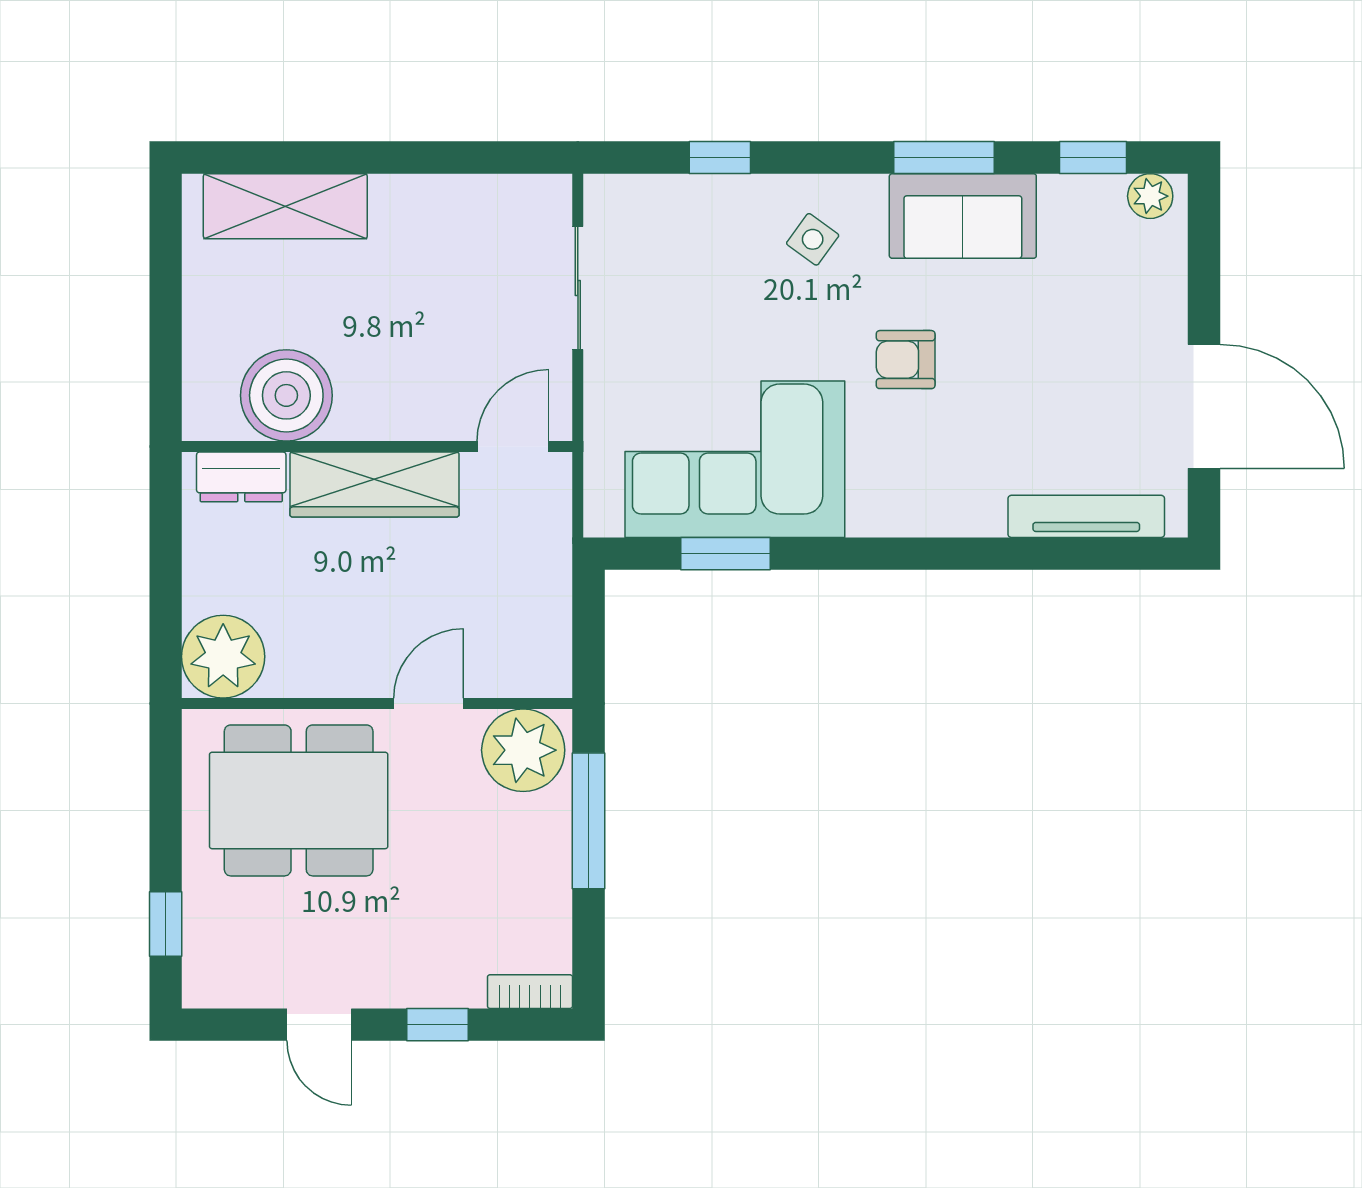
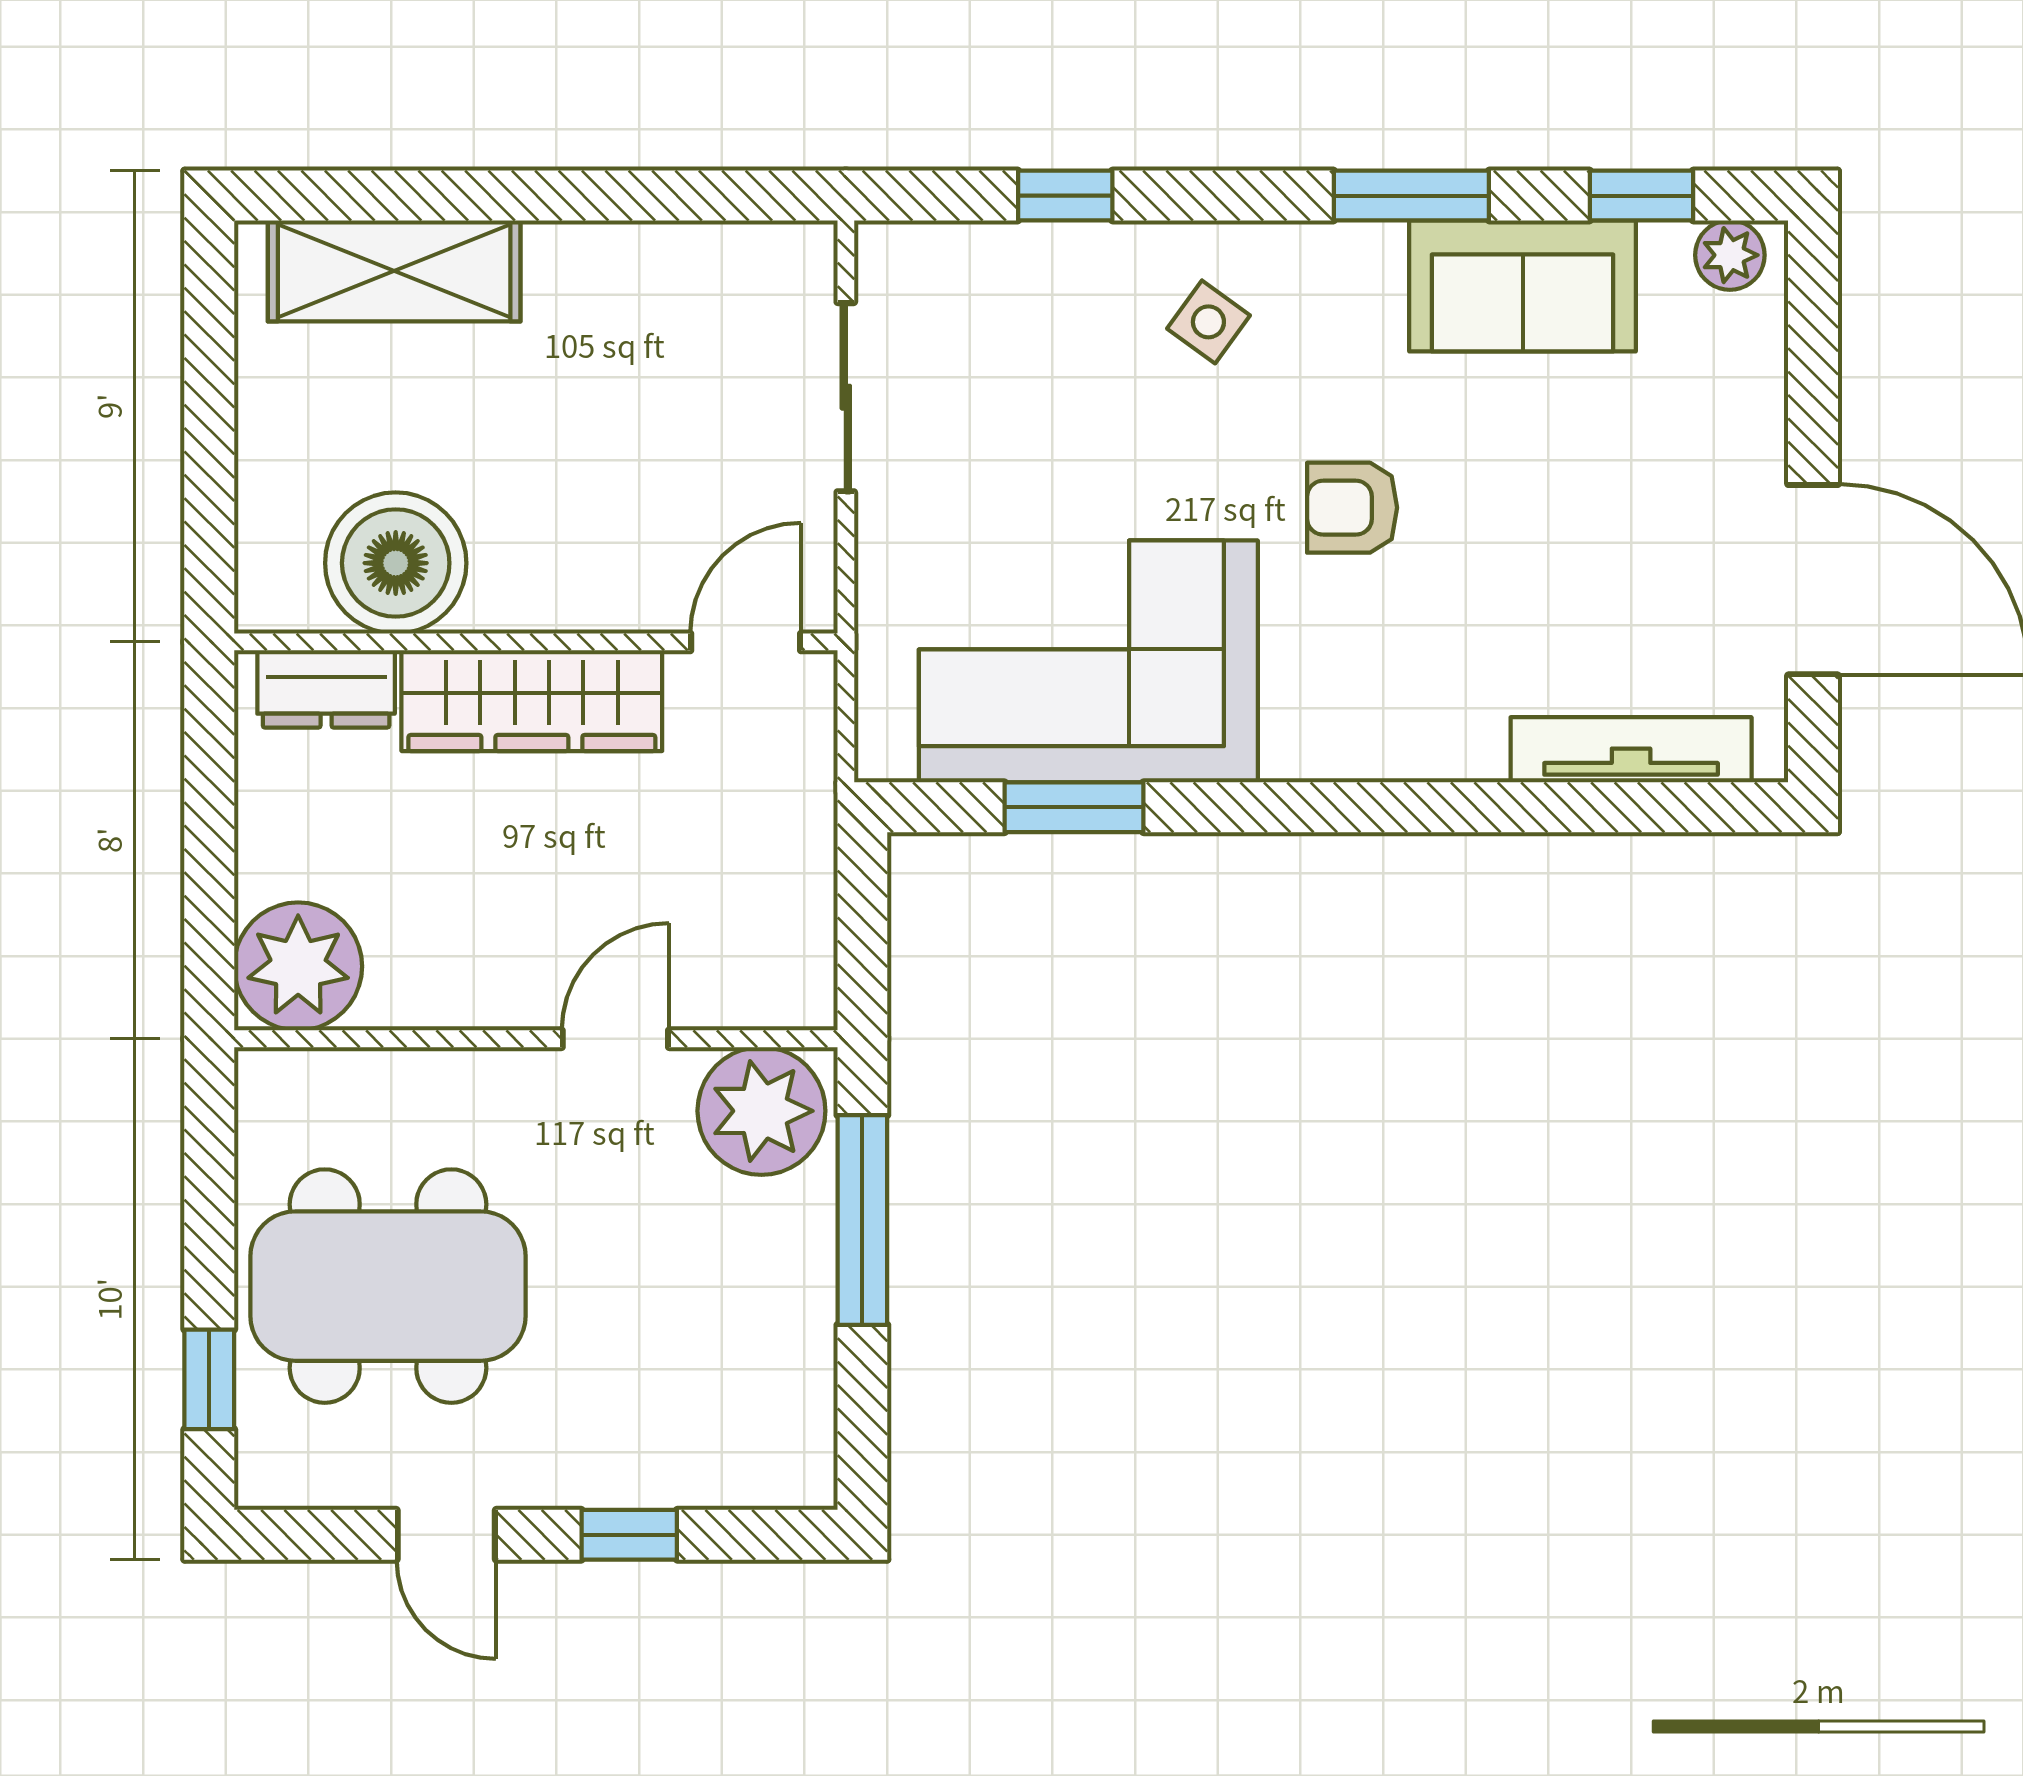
sofa: (963, 216) -> (1523, 286), moved
dining table: (299, 800) -> (388, 1286), moved
bookcase: (530, 992) -> (772, 1484), removed

